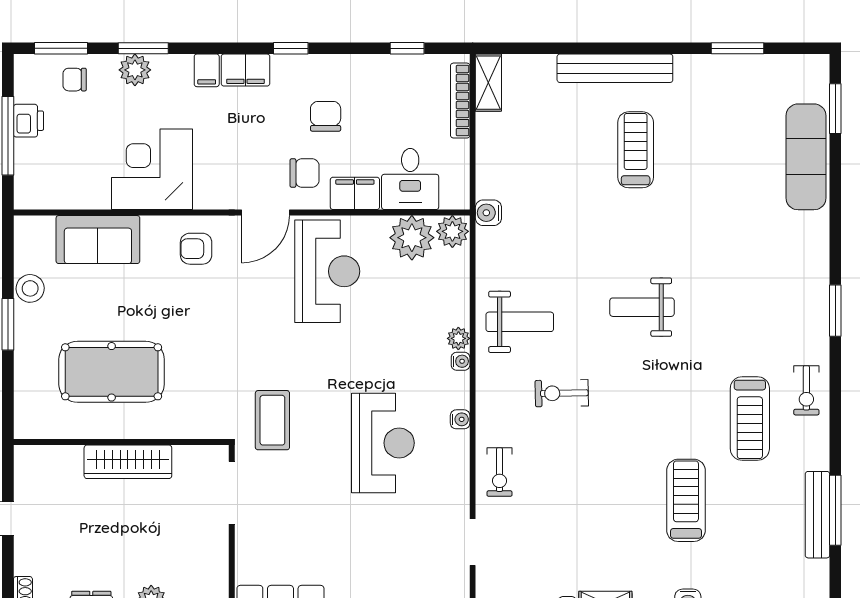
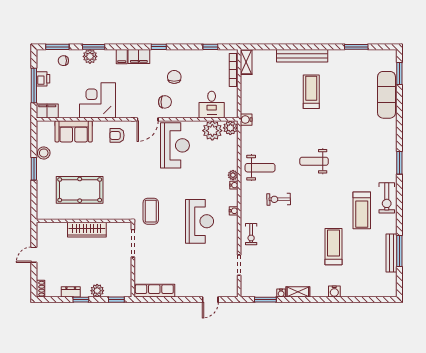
filing cabinet: (355, 193) -> (47, 111), moved
exercise bike: (806, 390) -> (387, 198), width x1.38, depth x1.39

